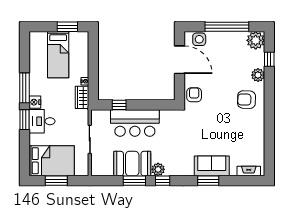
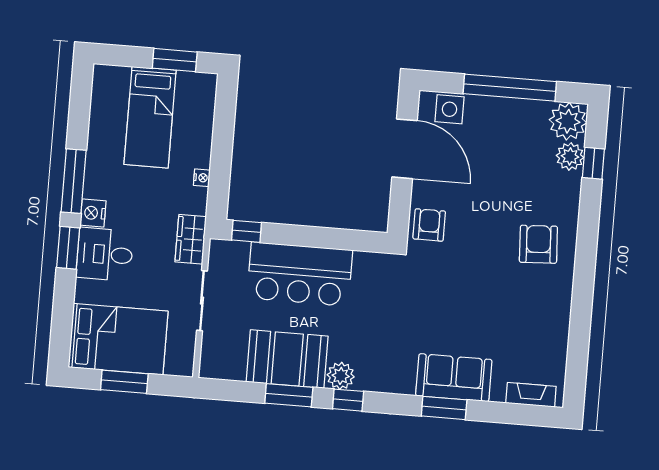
plant: (258, 75) -> (570, 156), moved
wardrobe: (82, 97) -> (191, 239), moved
armchair: (246, 100) -> (538, 244), turned 85
window: (119, 105) -> (247, 231), moved

